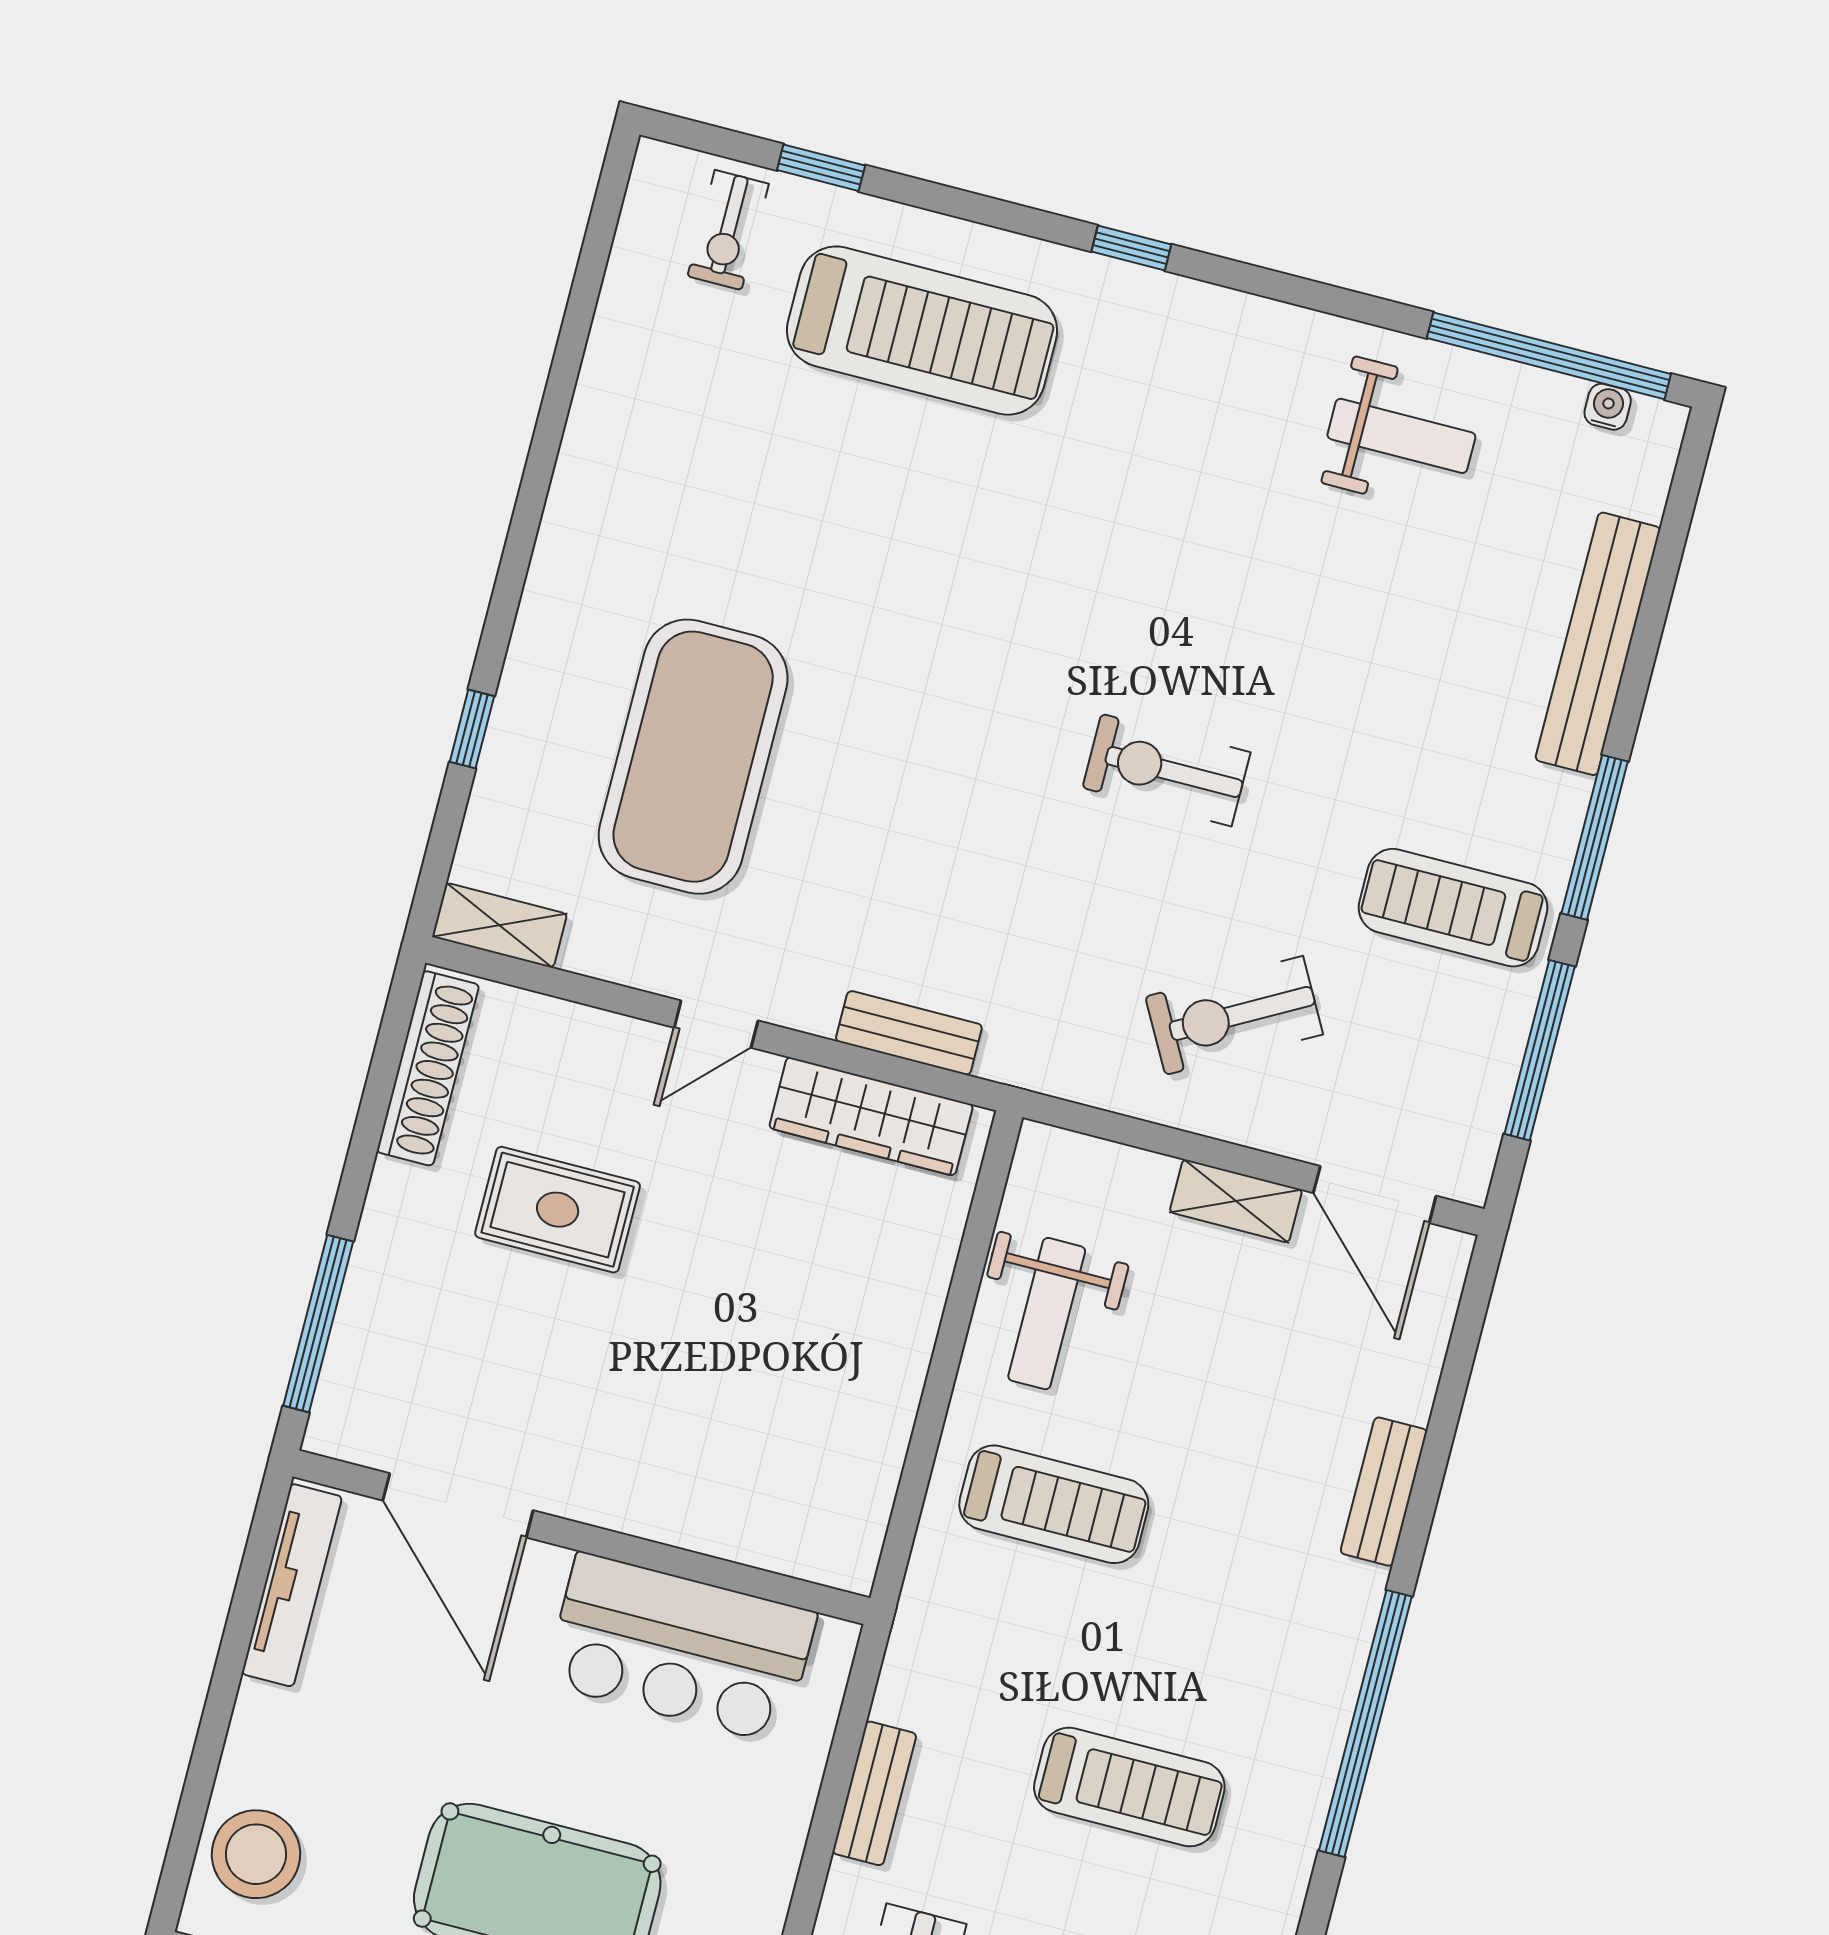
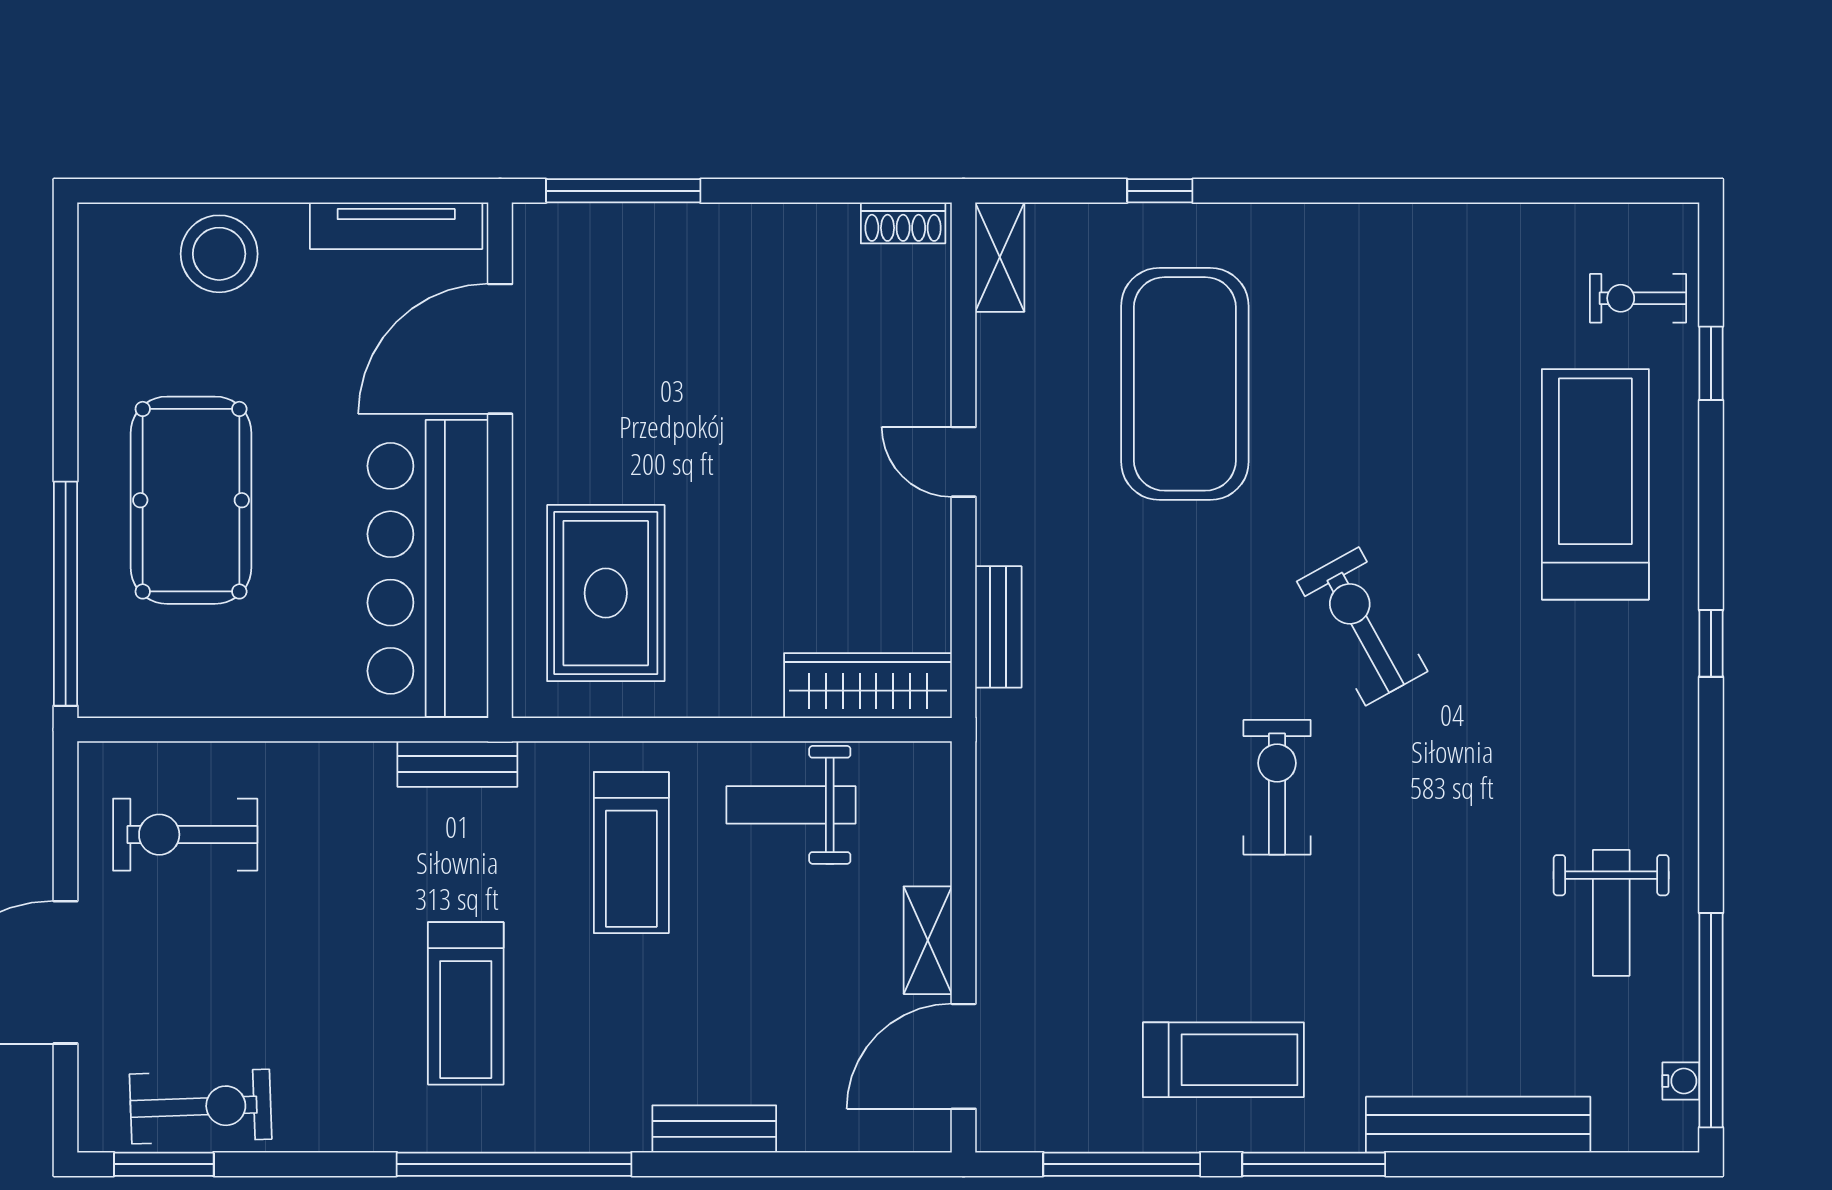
treadmill: (922, 331) -> (1595, 484), turned 180
exercise mat: (693, 757) -> (1185, 384), turned 90
treadmill: (1453, 908) -> (1223, 1060), turned 90
exercise bike: (1234, 1015) -> (1362, 626), moved
shoe rack: (428, 1068) -> (903, 223), width x0.51, depth x0.81
wardrobe: (871, 1116) -> (868, 686), moved, turned 90
rug: (558, 1210) -> (606, 593), moved, width x1.36, depth x1.43
bar counter: (681, 1648) -> (428, 568), width x1.36
treadmill: (1129, 1787) -> (466, 1003), moved
bench: (874, 1793) -> (457, 764), moved
stool: (256, 1854) -> (219, 254), moved

